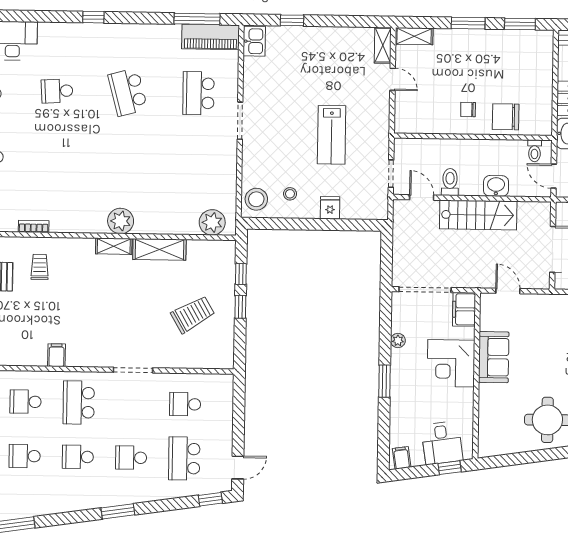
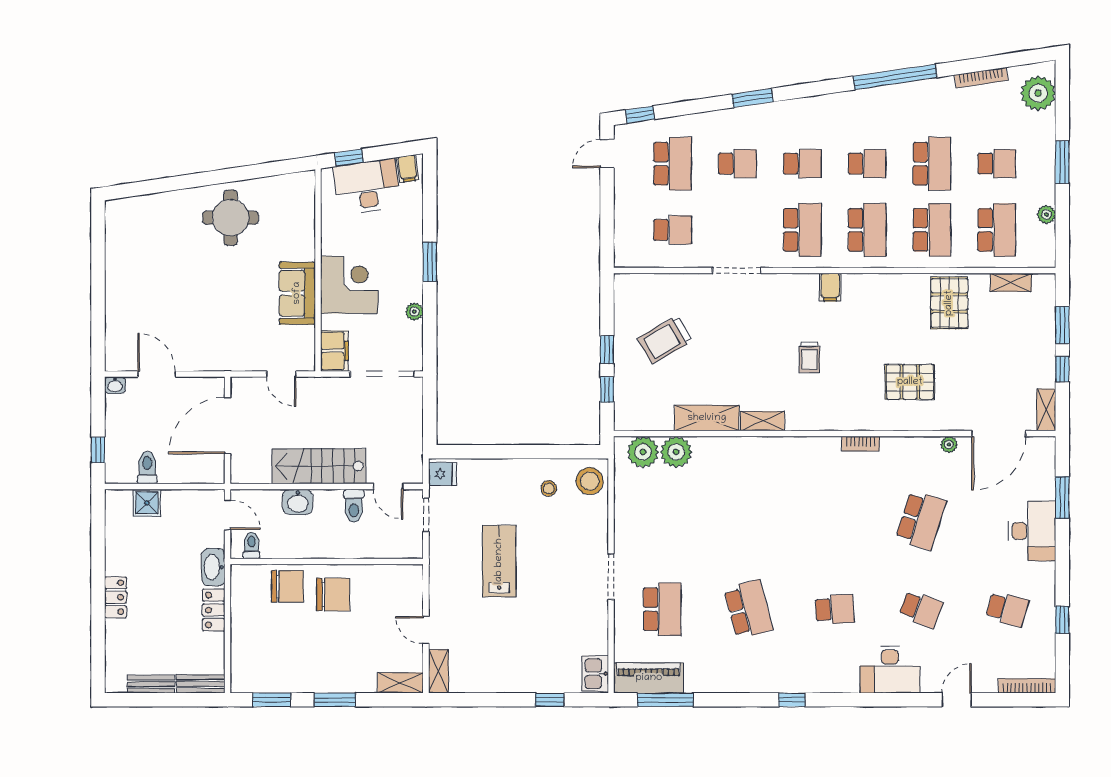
chair: (468, 110) -> (333, 594), width x1.87, depth x1.87
fridge: (330, 208) -> (442, 474), moved, turned -90
plant: (121, 221) -> (676, 452), moved
trolley: (40, 267) -> (809, 357), moved
school desk: (26, 402) -> (867, 230), width x1.85
desk: (442, 443) -> (367, 186), width x1.37

